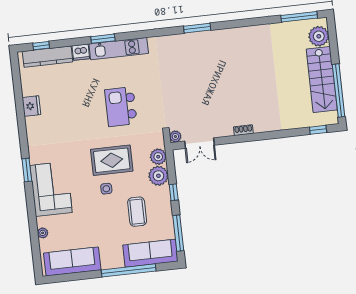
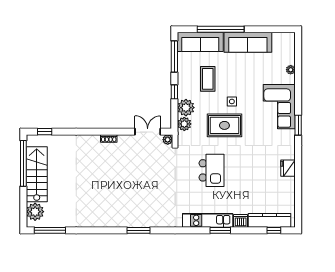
fridge: (31, 106) -> (288, 168), moved
sofa: (72, 262) -> (248, 42), moved

